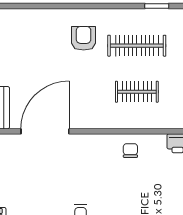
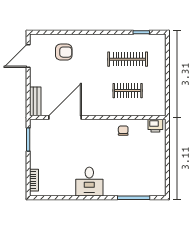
armchair: (84, 38) -> (64, 52), moved, turned 90

